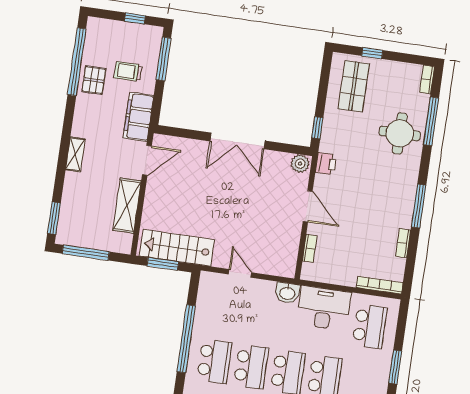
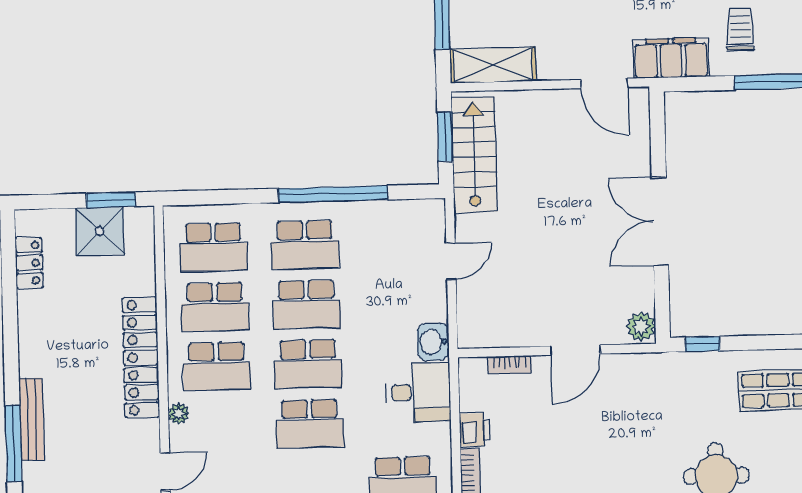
printer: (326, 164) -> (475, 430), moved, turned -90
shelving: (127, 206) -> (493, 65), moved
desk: (324, 308) -> (419, 392), width x0.73

